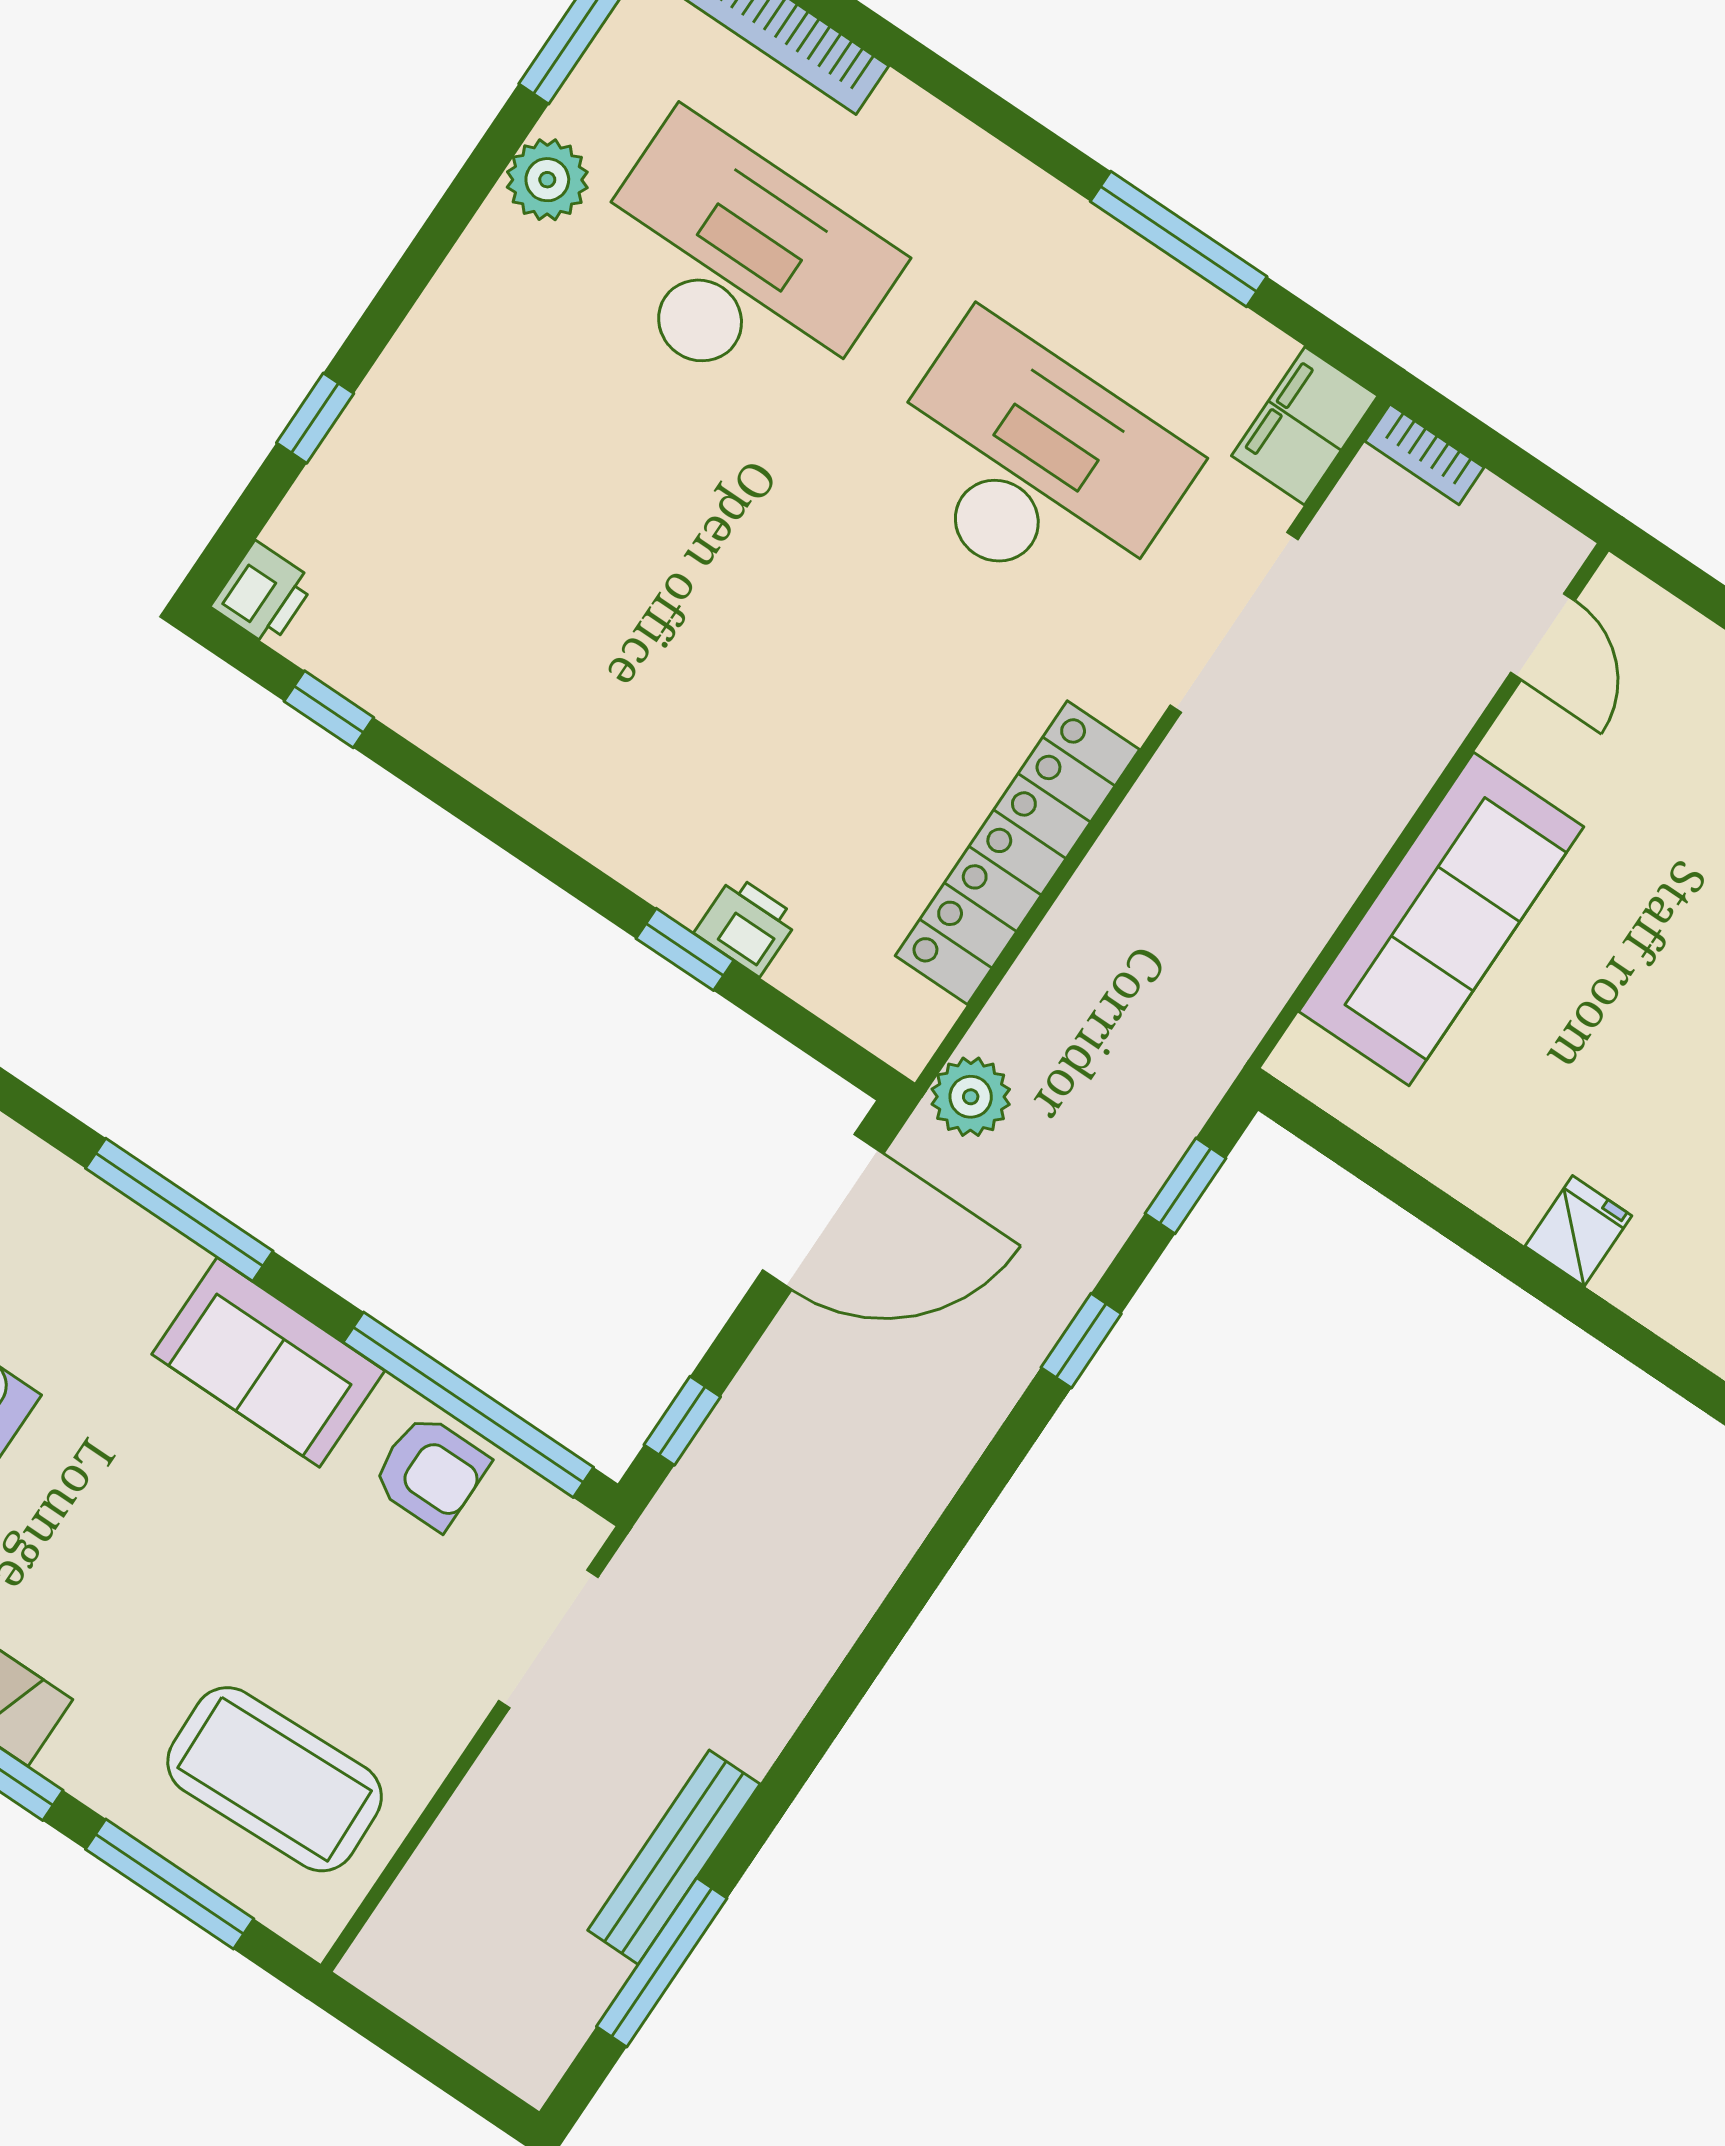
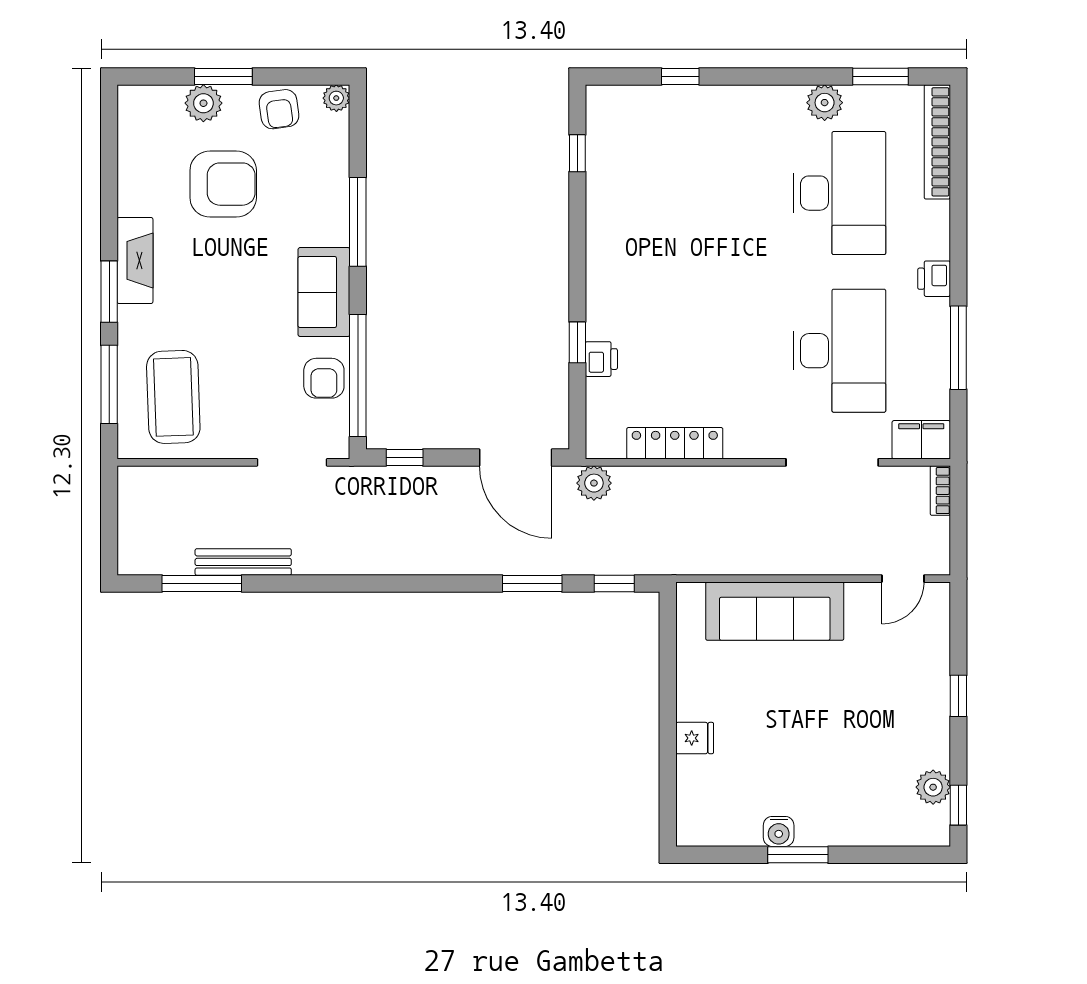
printer: (263, 594) -> (934, 279), moved, turned 90
locker: (1017, 853) -> (675, 443), width x0.71, depth x0.83
window: (1081, 1341) -> (532, 583), width x1.50

